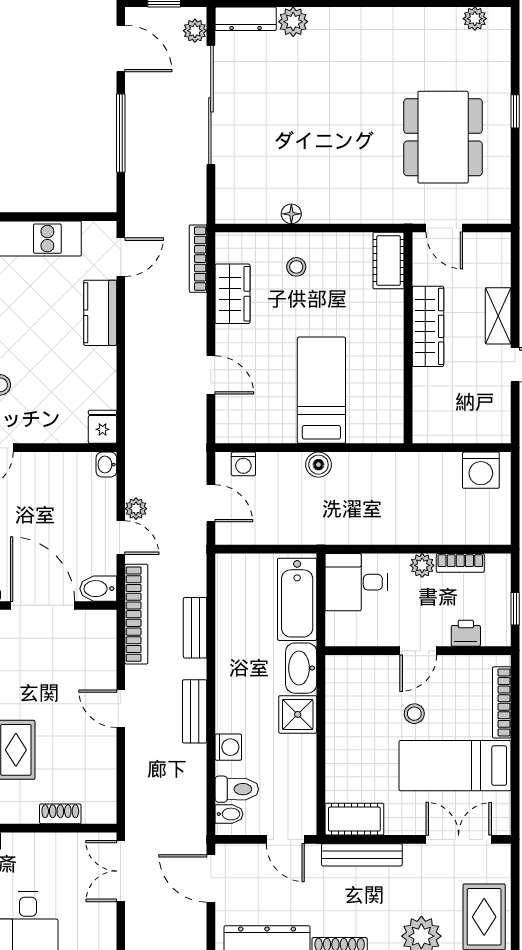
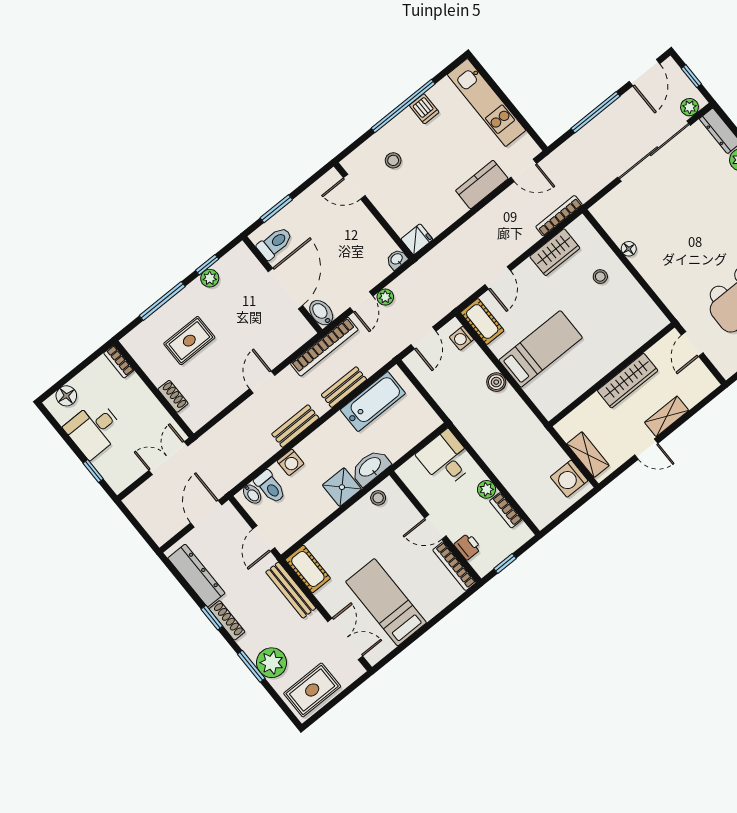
cot: (388, 261) -> (482, 322), moved, turned 90
shelving: (472, 430) -> (588, 455), added
bathtub: (297, 599) -> (373, 402), moved, turned 180
bookcase: (502, 702) -> (454, 566), moved, turned -90
stool: (414, 714) -> (378, 498), moved

